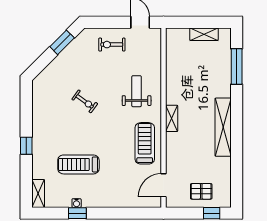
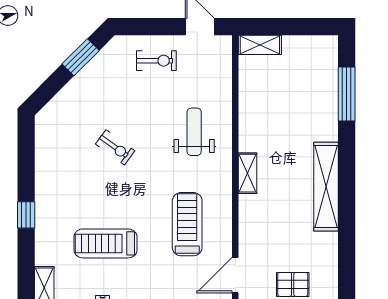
shelving: (204, 34) -> (260, 45), moved
exercise bike: (112, 45) -> (156, 61), turned 180
treadmill: (145, 143) -> (187, 224), moved

